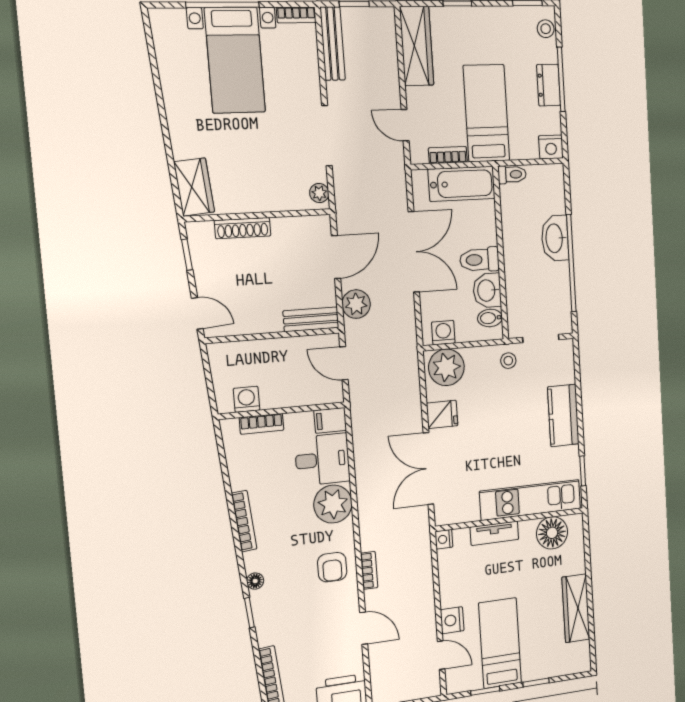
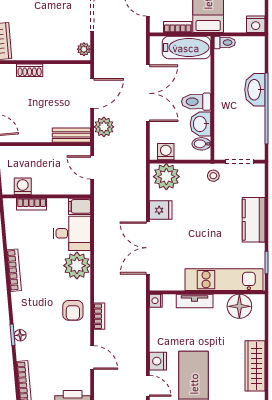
shoe rack: (243, 228) -> (30, 70), width x0.70
floor lamp: (255, 581) -> (20, 335), moved

